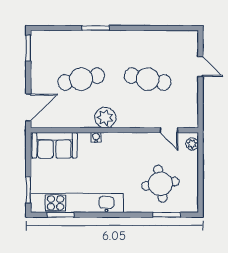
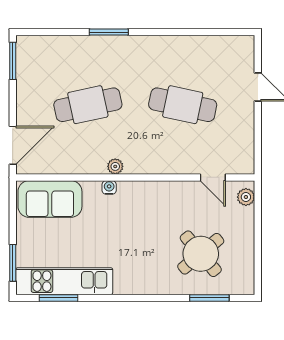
plant: (105, 118) -> (115, 166), width x0.53, depth x0.53
round table: (160, 184) -> (201, 254), turned -31
kitchen unit: (77, 203) -> (64, 281), width x0.73

